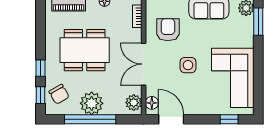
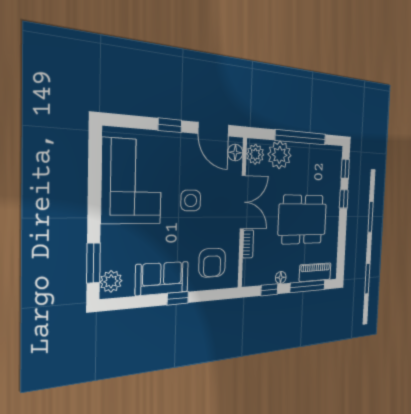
bookcase: (137, 16) -> (248, 244), moved
armchair: (168, 30) -> (212, 263), moved
chair: (59, 94) -> (329, 169), removed
plant: (92, 103) -> (280, 155), moved
window: (229, 119) -> (170, 125), moved

